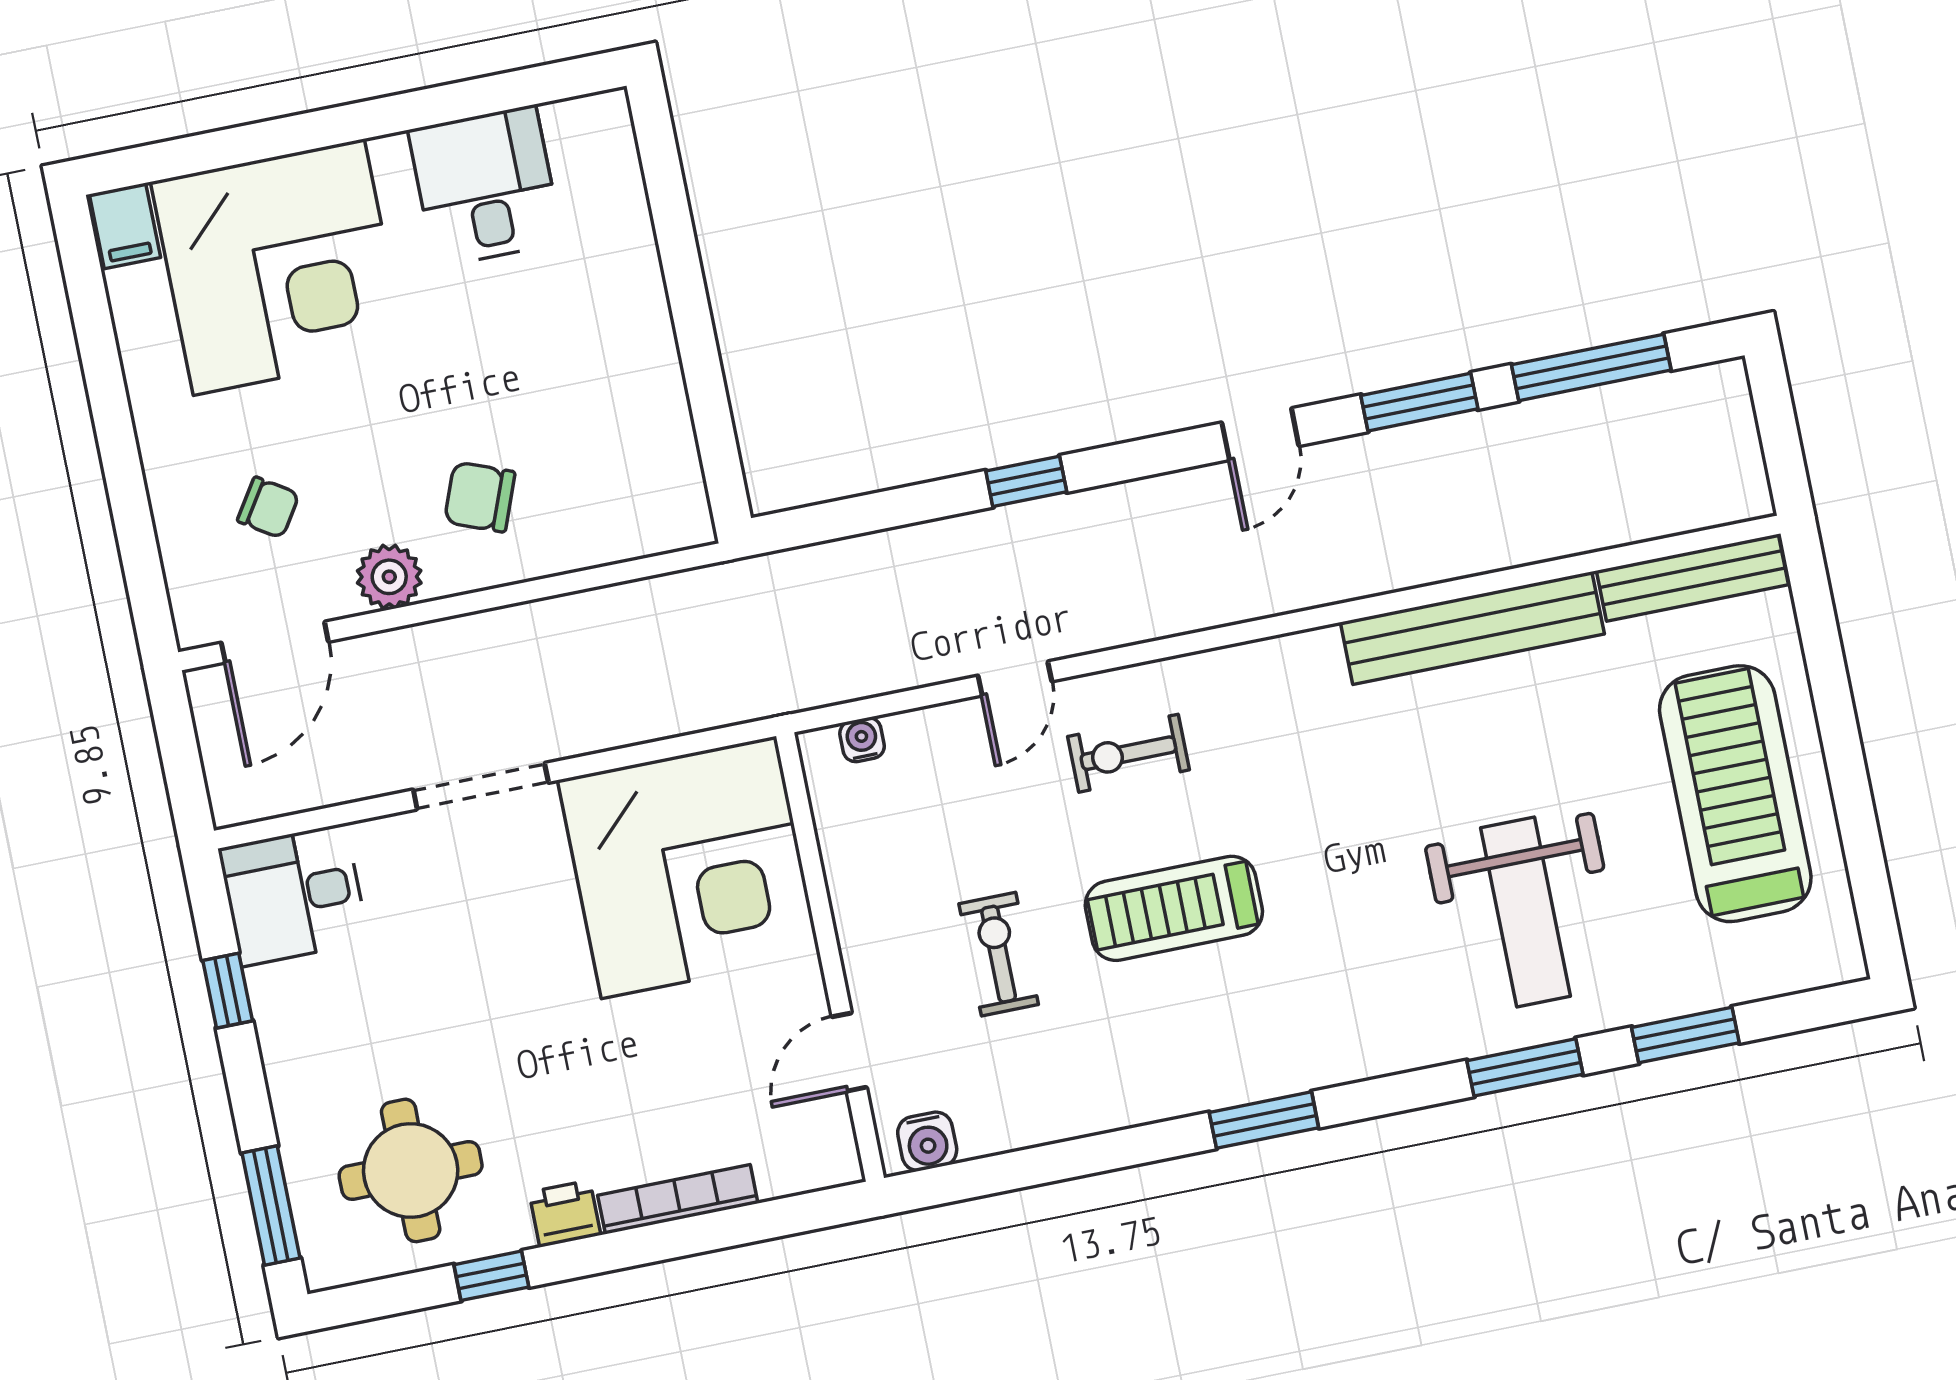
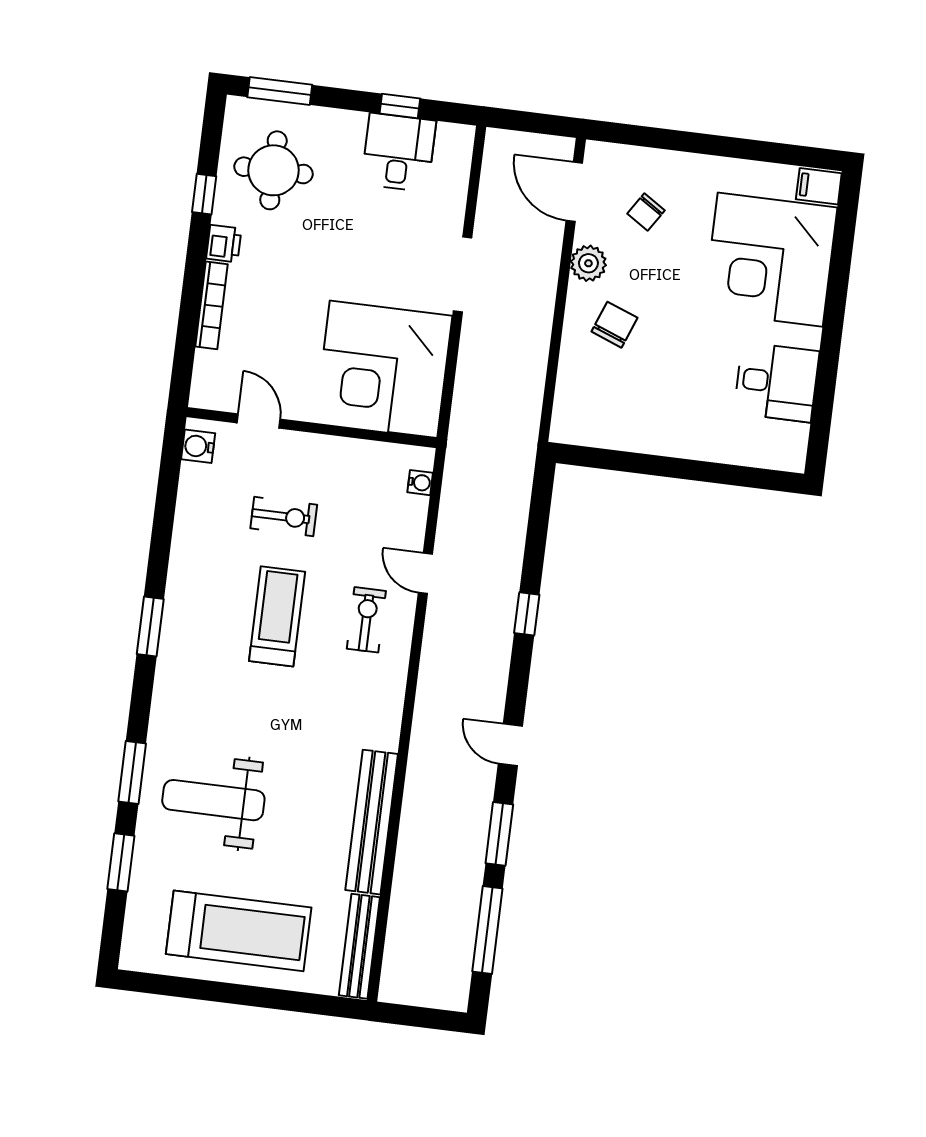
desk: (294, 895) -> (399, 152), moved

